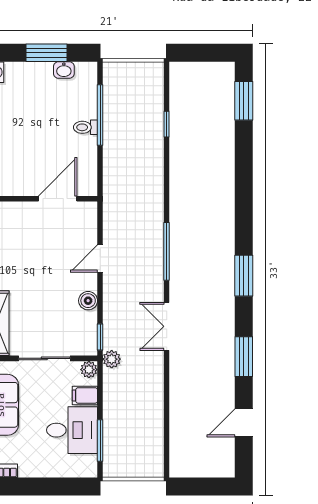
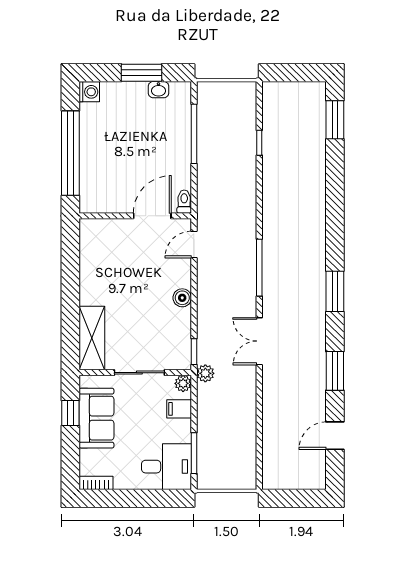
toilet: (85, 127) -> (184, 202), moved, turned 90
door: (100, 258) -> (194, 244), moved
boiler: (88, 301) -> (182, 298), moved
desk: (72, 430) -> (167, 467), moved

